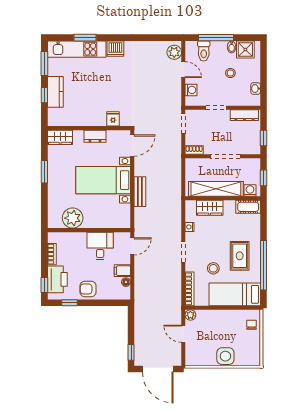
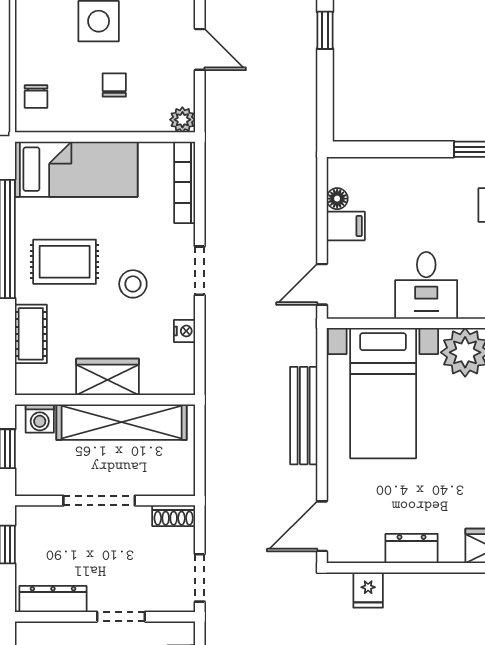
bed with nightstands: (103, 180) -> (383, 393), moved, turned 90
bench: (140, 192) -> (304, 416), width x1.36
cot: (248, 207) -> (31, 334), moved, turned 90
wardrobe: (210, 208) -> (107, 377), moved
desk: (100, 246) -> (426, 285), moved
rug: (240, 256) -> (65, 262), turned 90
stool: (213, 268) -> (133, 284), moved
armchair: (88, 289) -> (428, 182), removed
chair: (219, 330) -> (114, 85), added
door: (183, 334) -> (200, 49), moved

